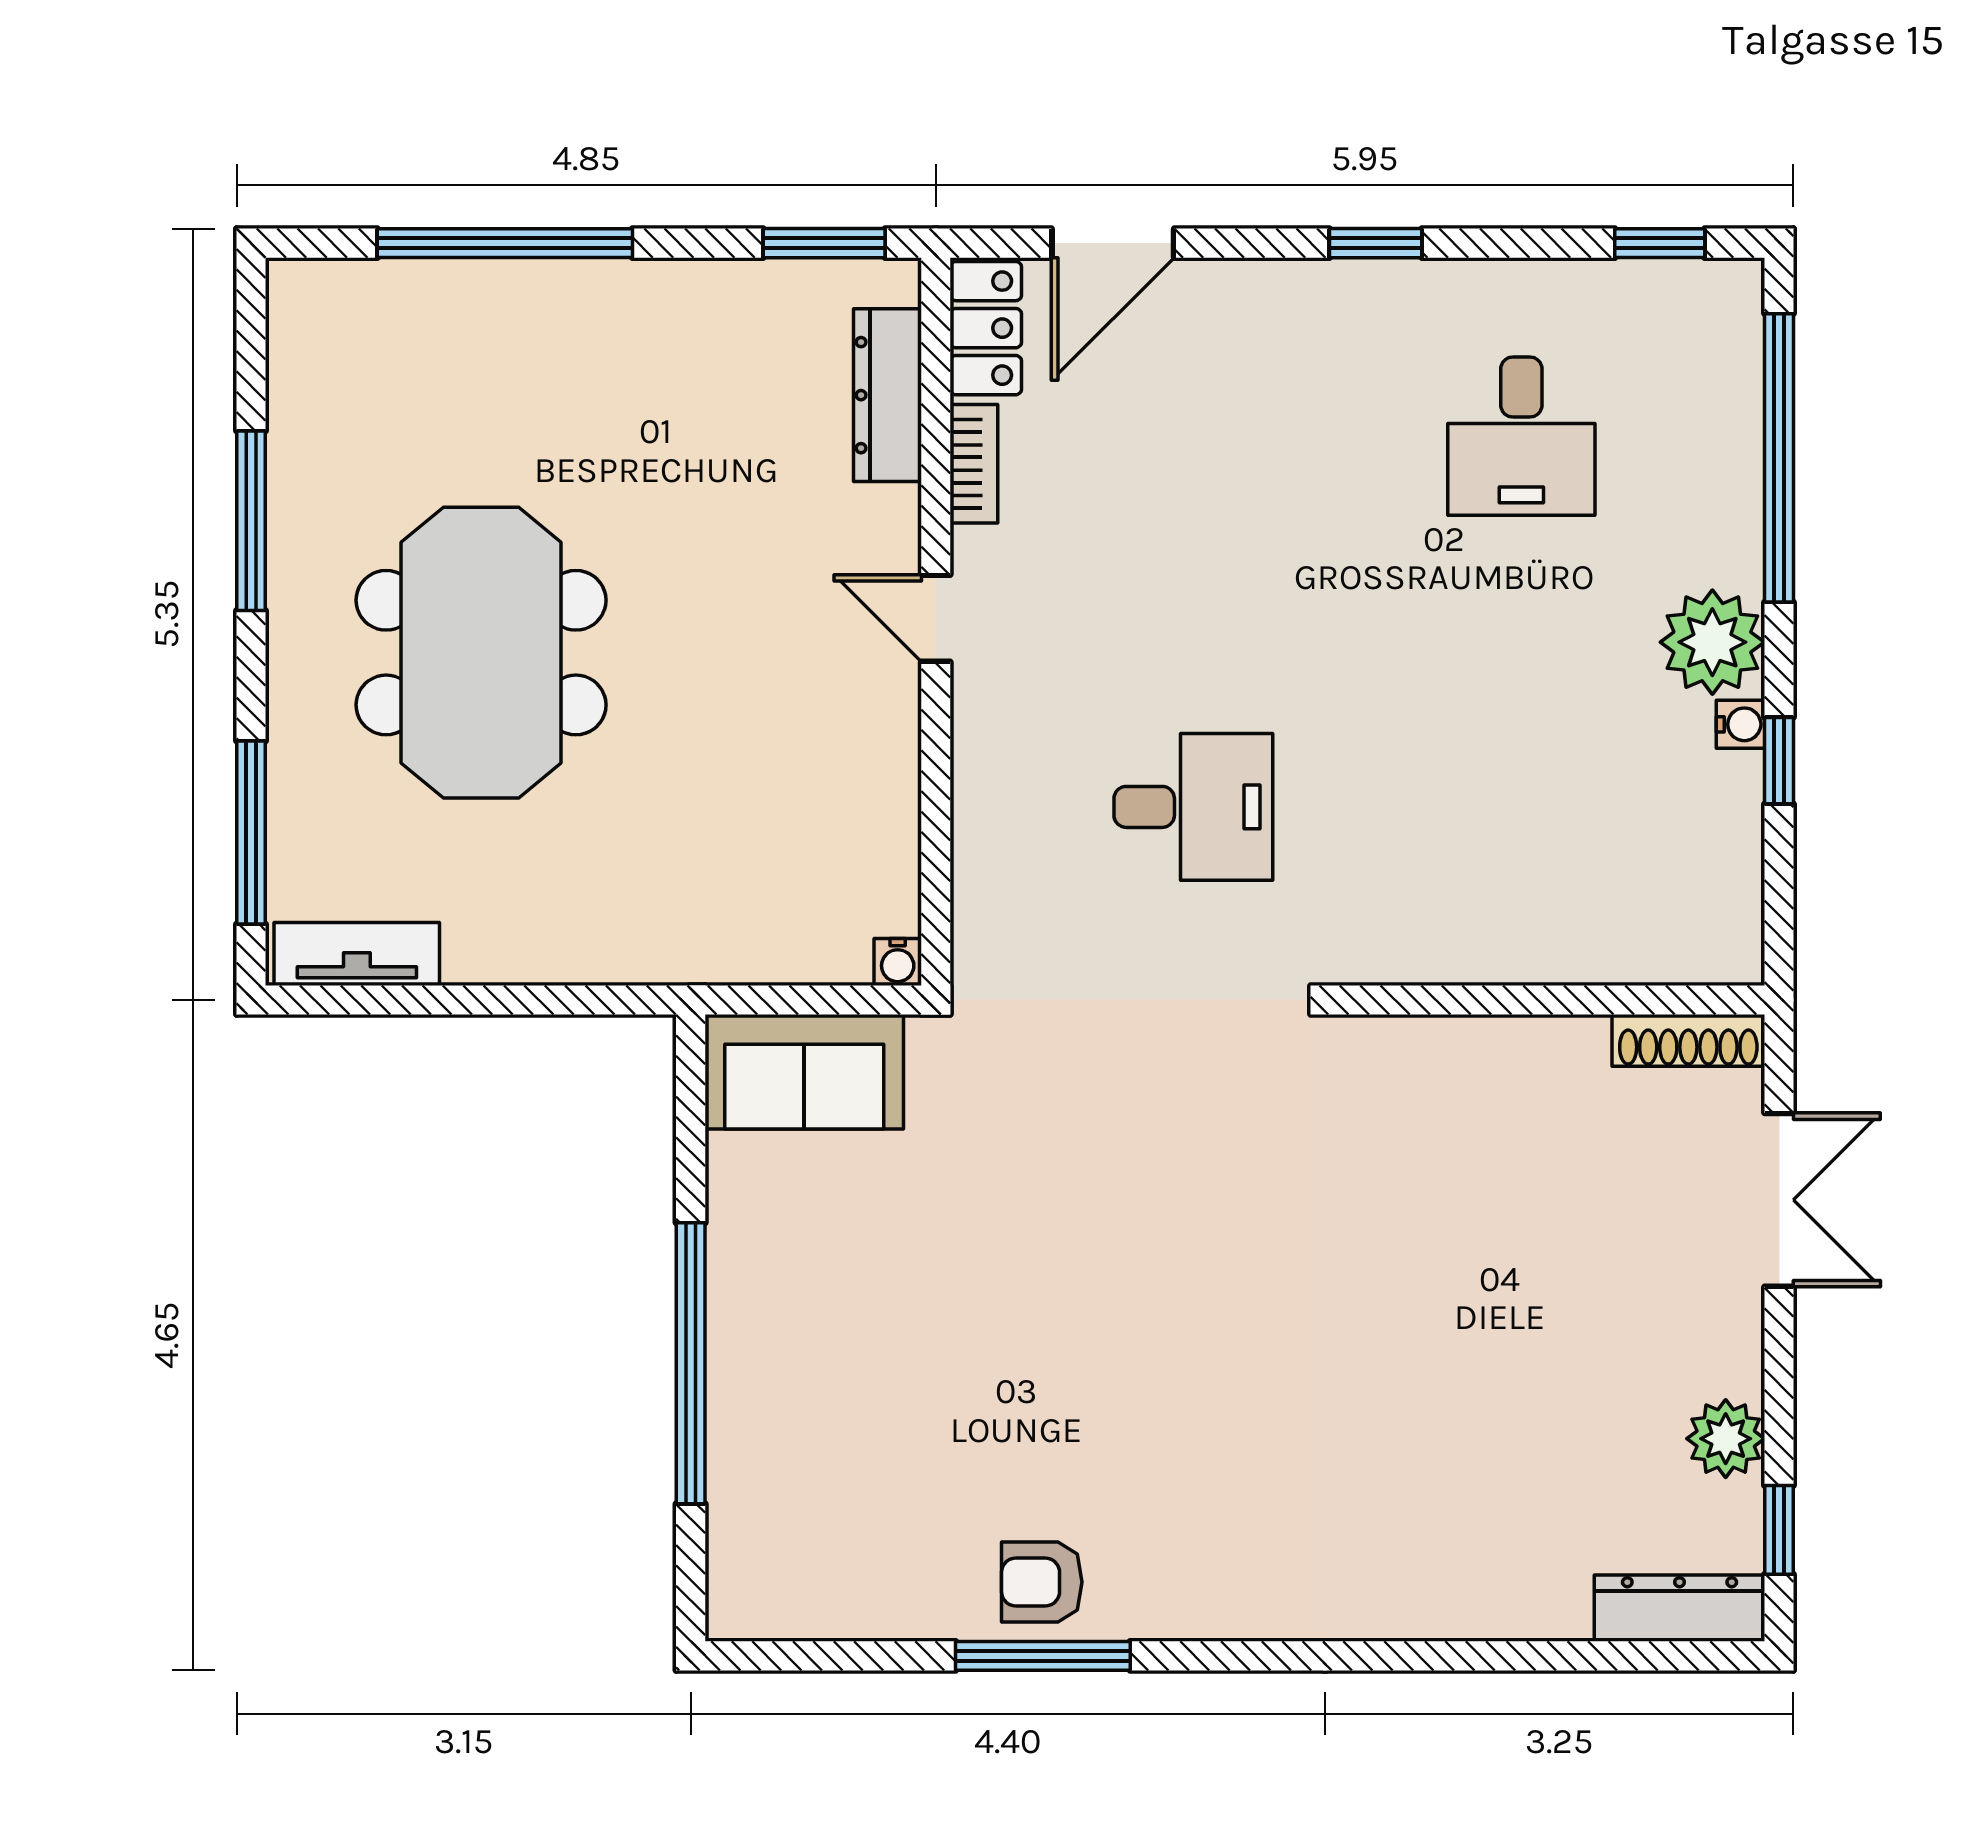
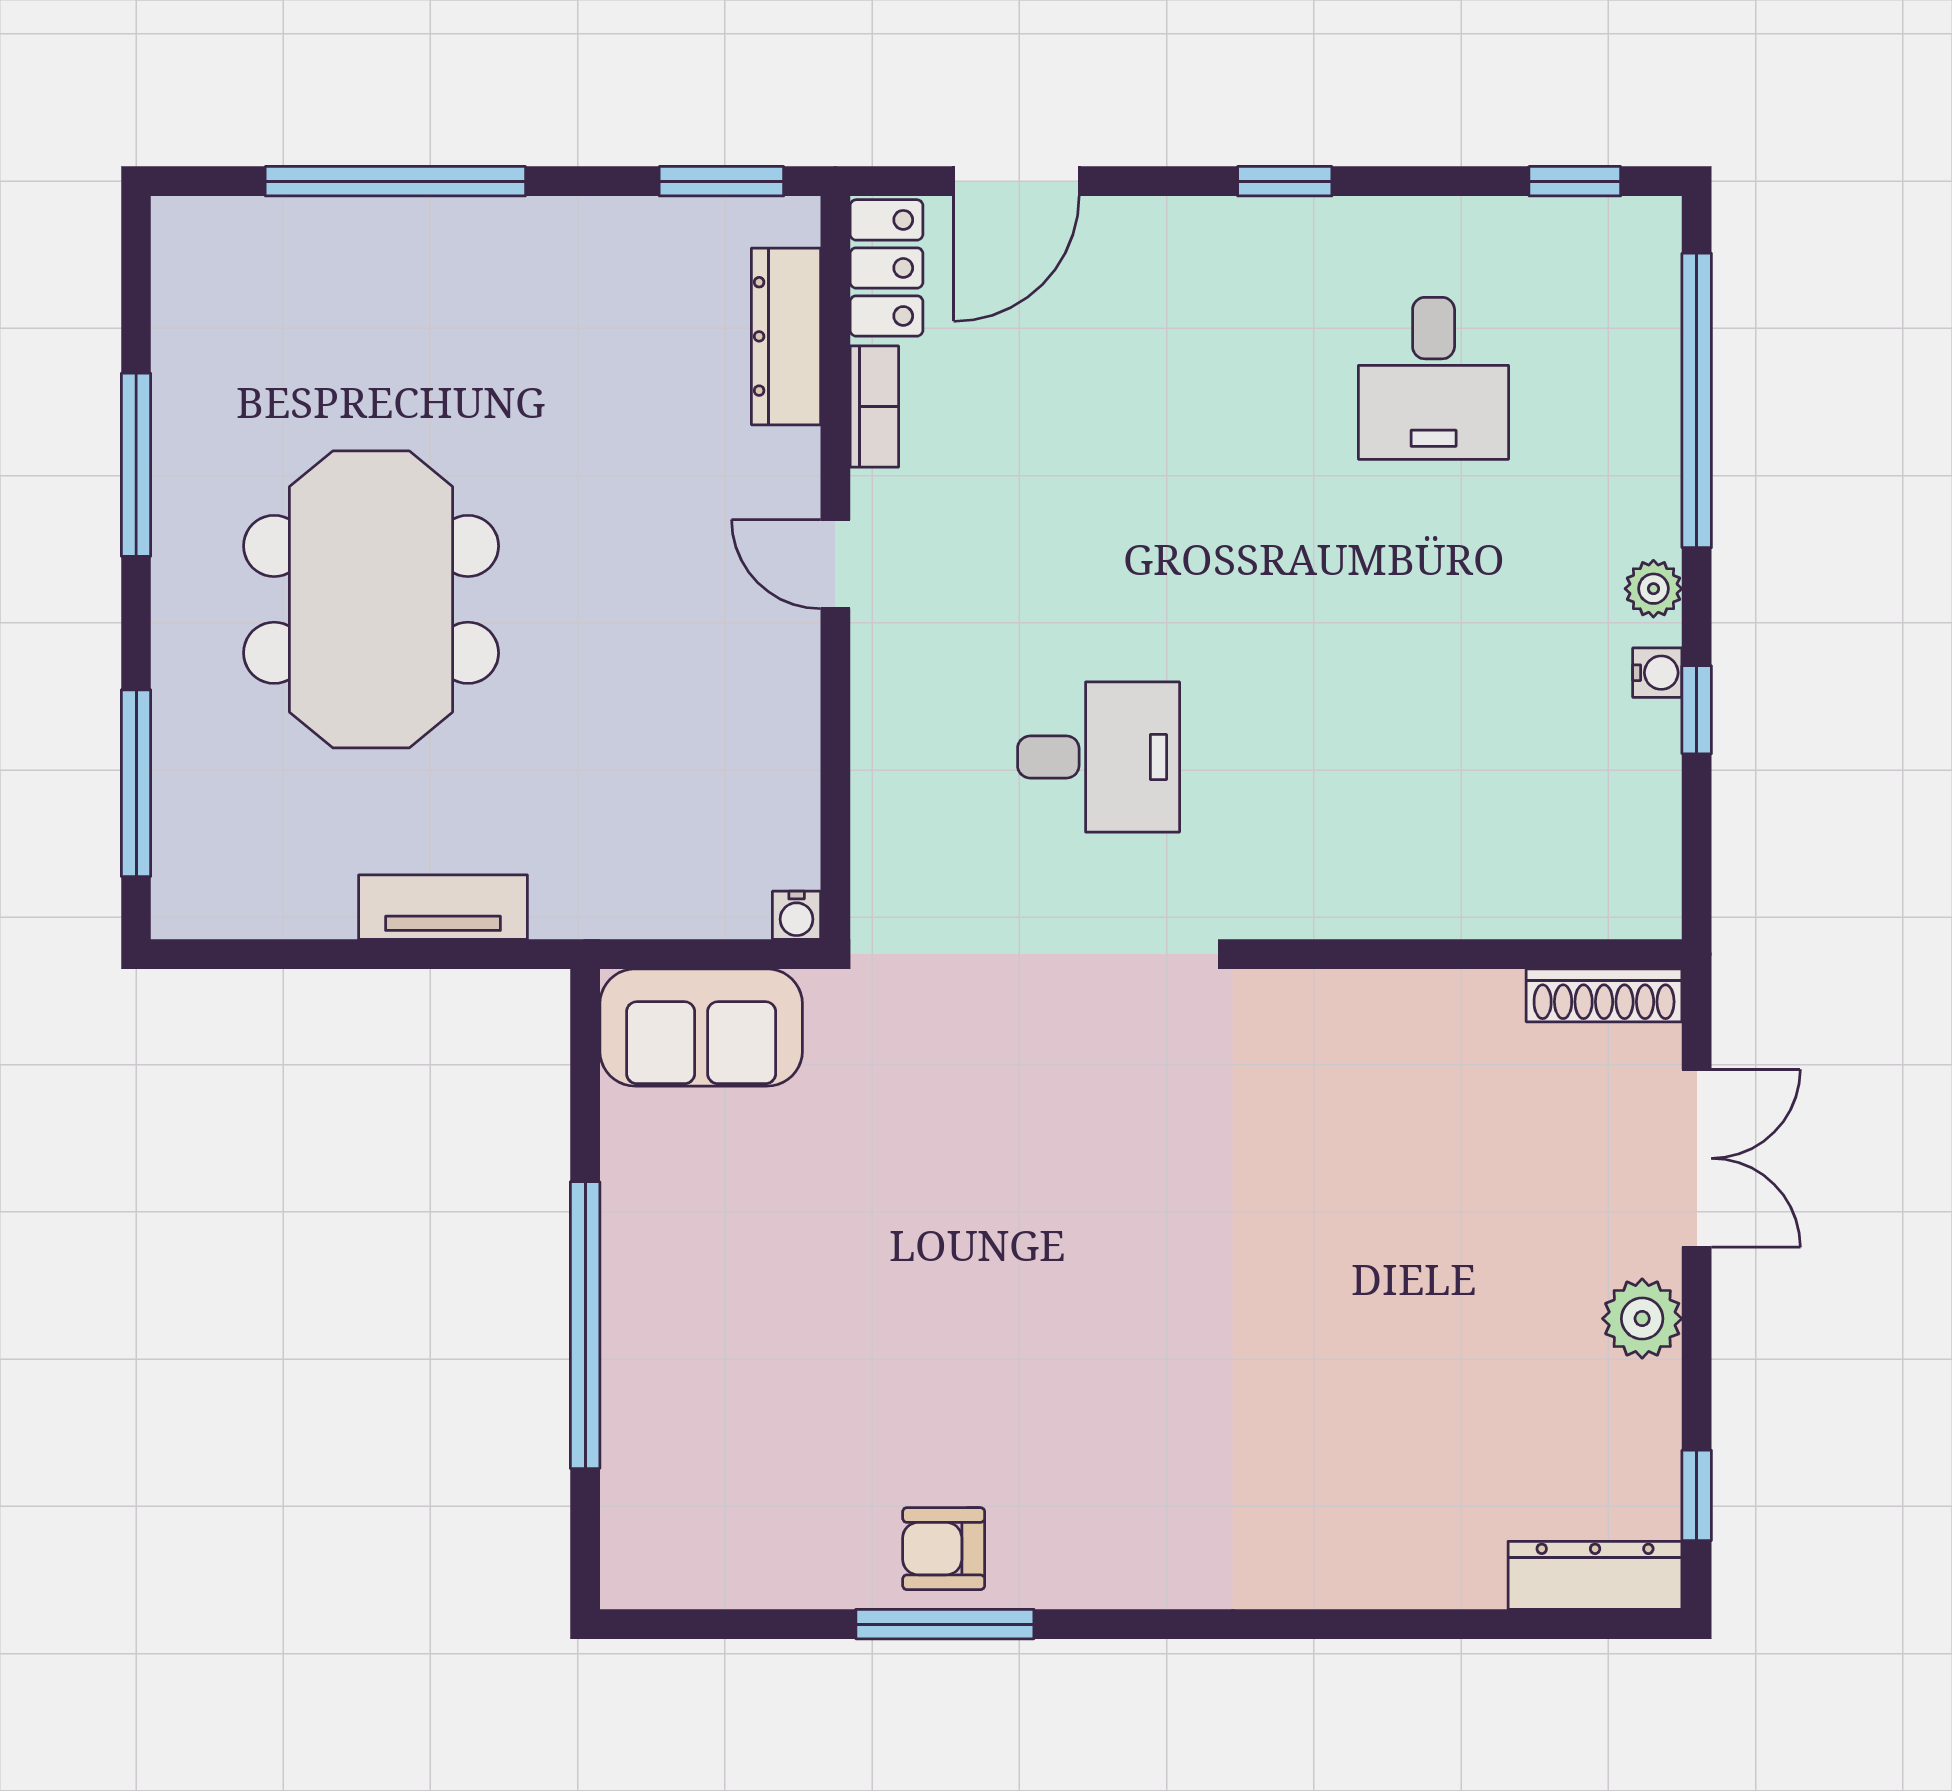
plant: (1712, 642) -> (1653, 589), width x0.53, depth x0.53
tv unit: (357, 954) -> (443, 907), moved
plant: (1726, 1439) -> (1642, 1319), moved

